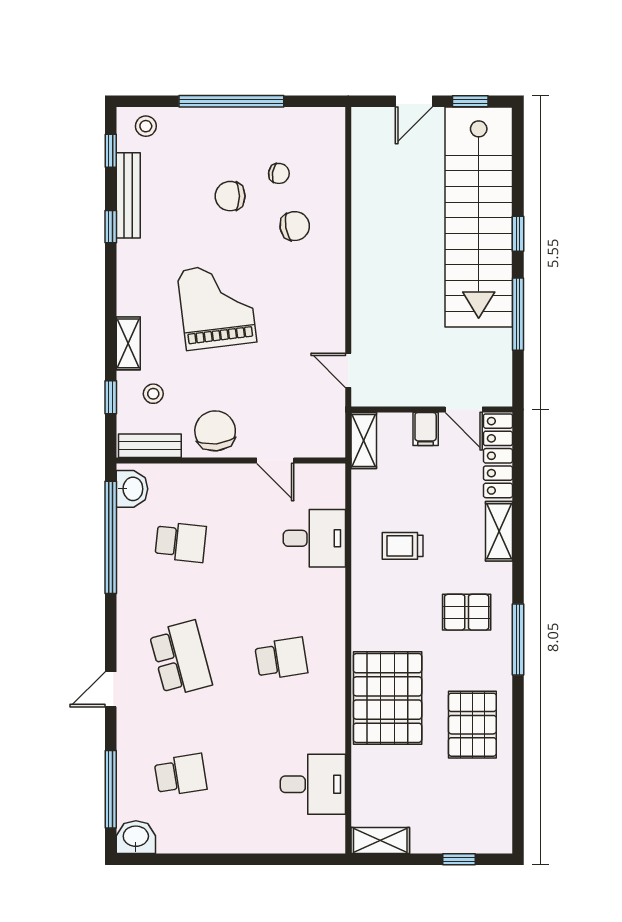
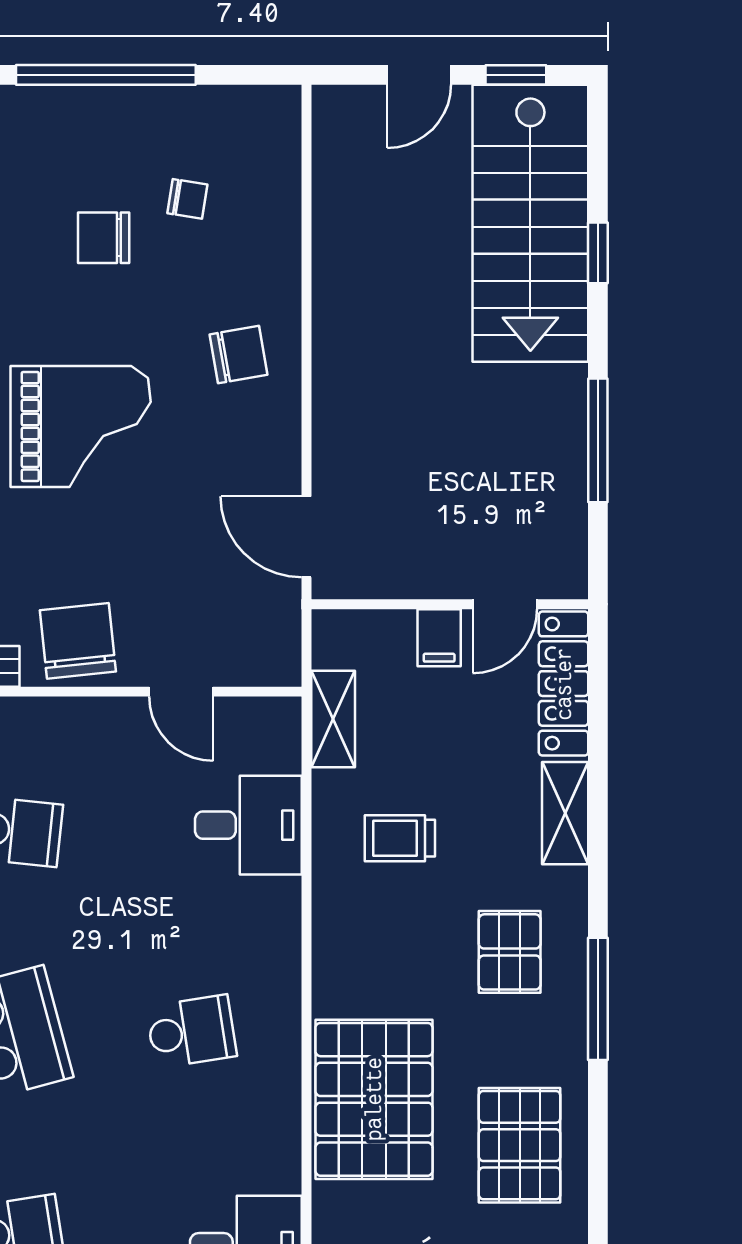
stairs: (479, 217) -> (530, 223), width x0.73
chair: (295, 226) -> (238, 355), moved
window: (518, 234) -> (598, 253), moved
grand piano: (217, 306) -> (81, 426), turned 97
door: (348, 370) -> (307, 537), width x1.37
door: (464, 410) -> (505, 604), hinge flipped
shelving: (364, 441) -> (333, 719), moved
pallet: (467, 612) -> (510, 952), turned 90

